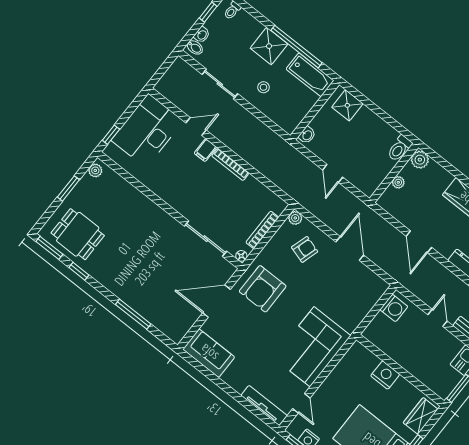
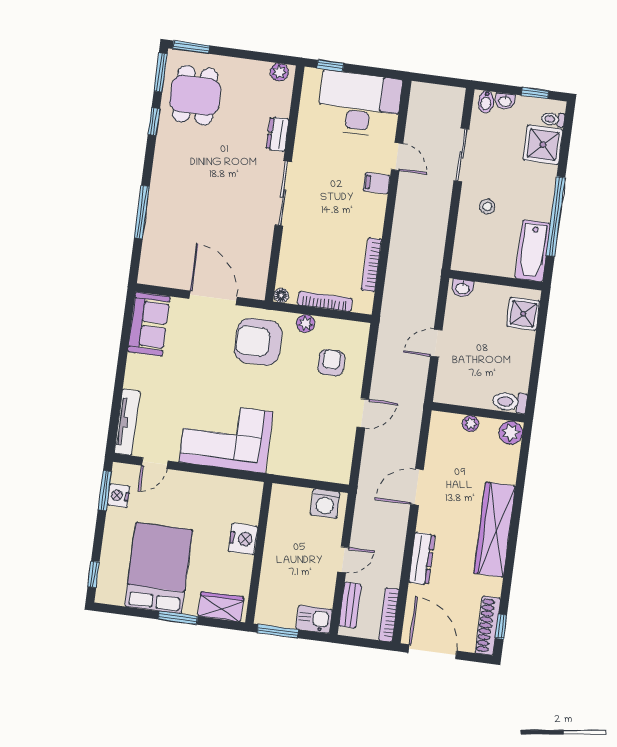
shower: (269, 46) -> (543, 145), moved
bookcase: (230, 164) -> (372, 265), moved
window: (68, 188) -> (191, 47), moved
dresser: (135, 196) -> (277, 134), added
plant: (295, 218) -> (306, 323), moved
sliding door: (206, 239) -> (283, 193), moved
door: (350, 248) -> (363, 413), width x0.73
armchair: (305, 249) -> (331, 363), turned -107

